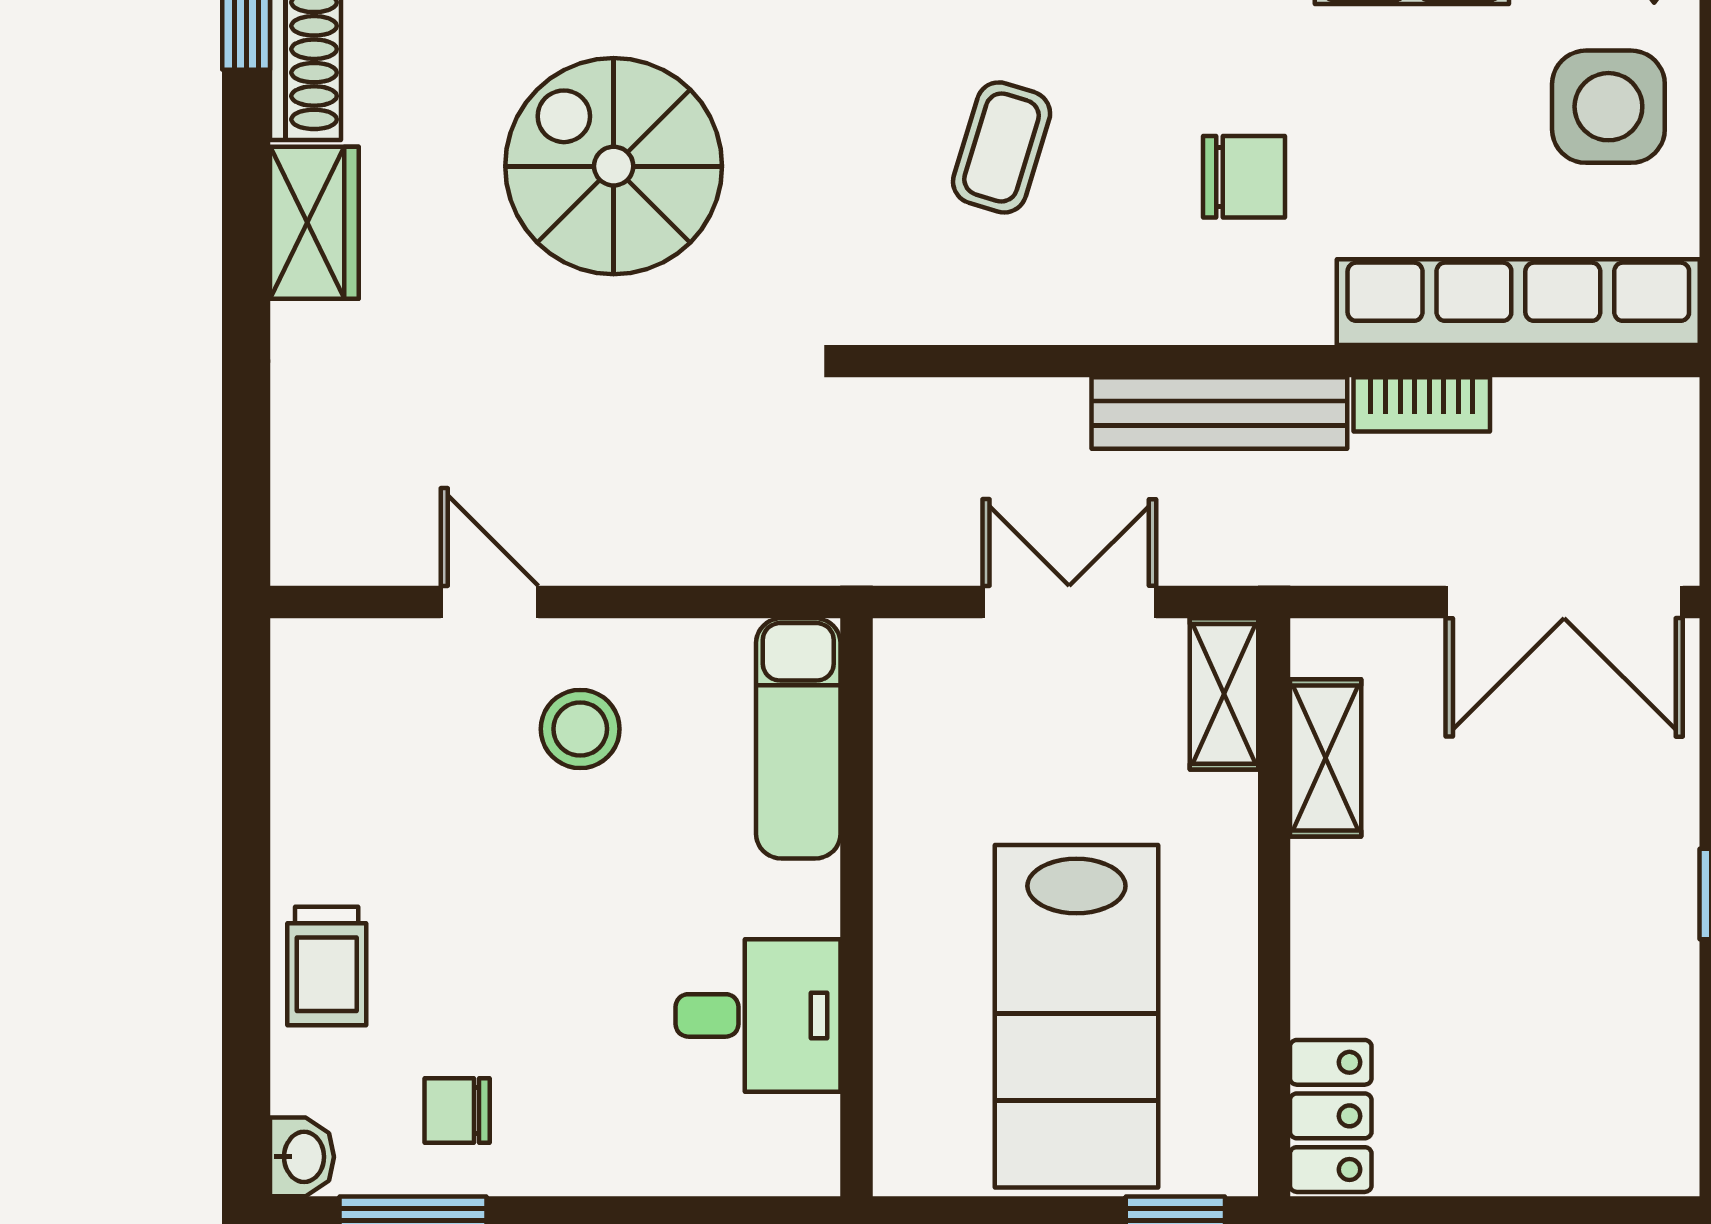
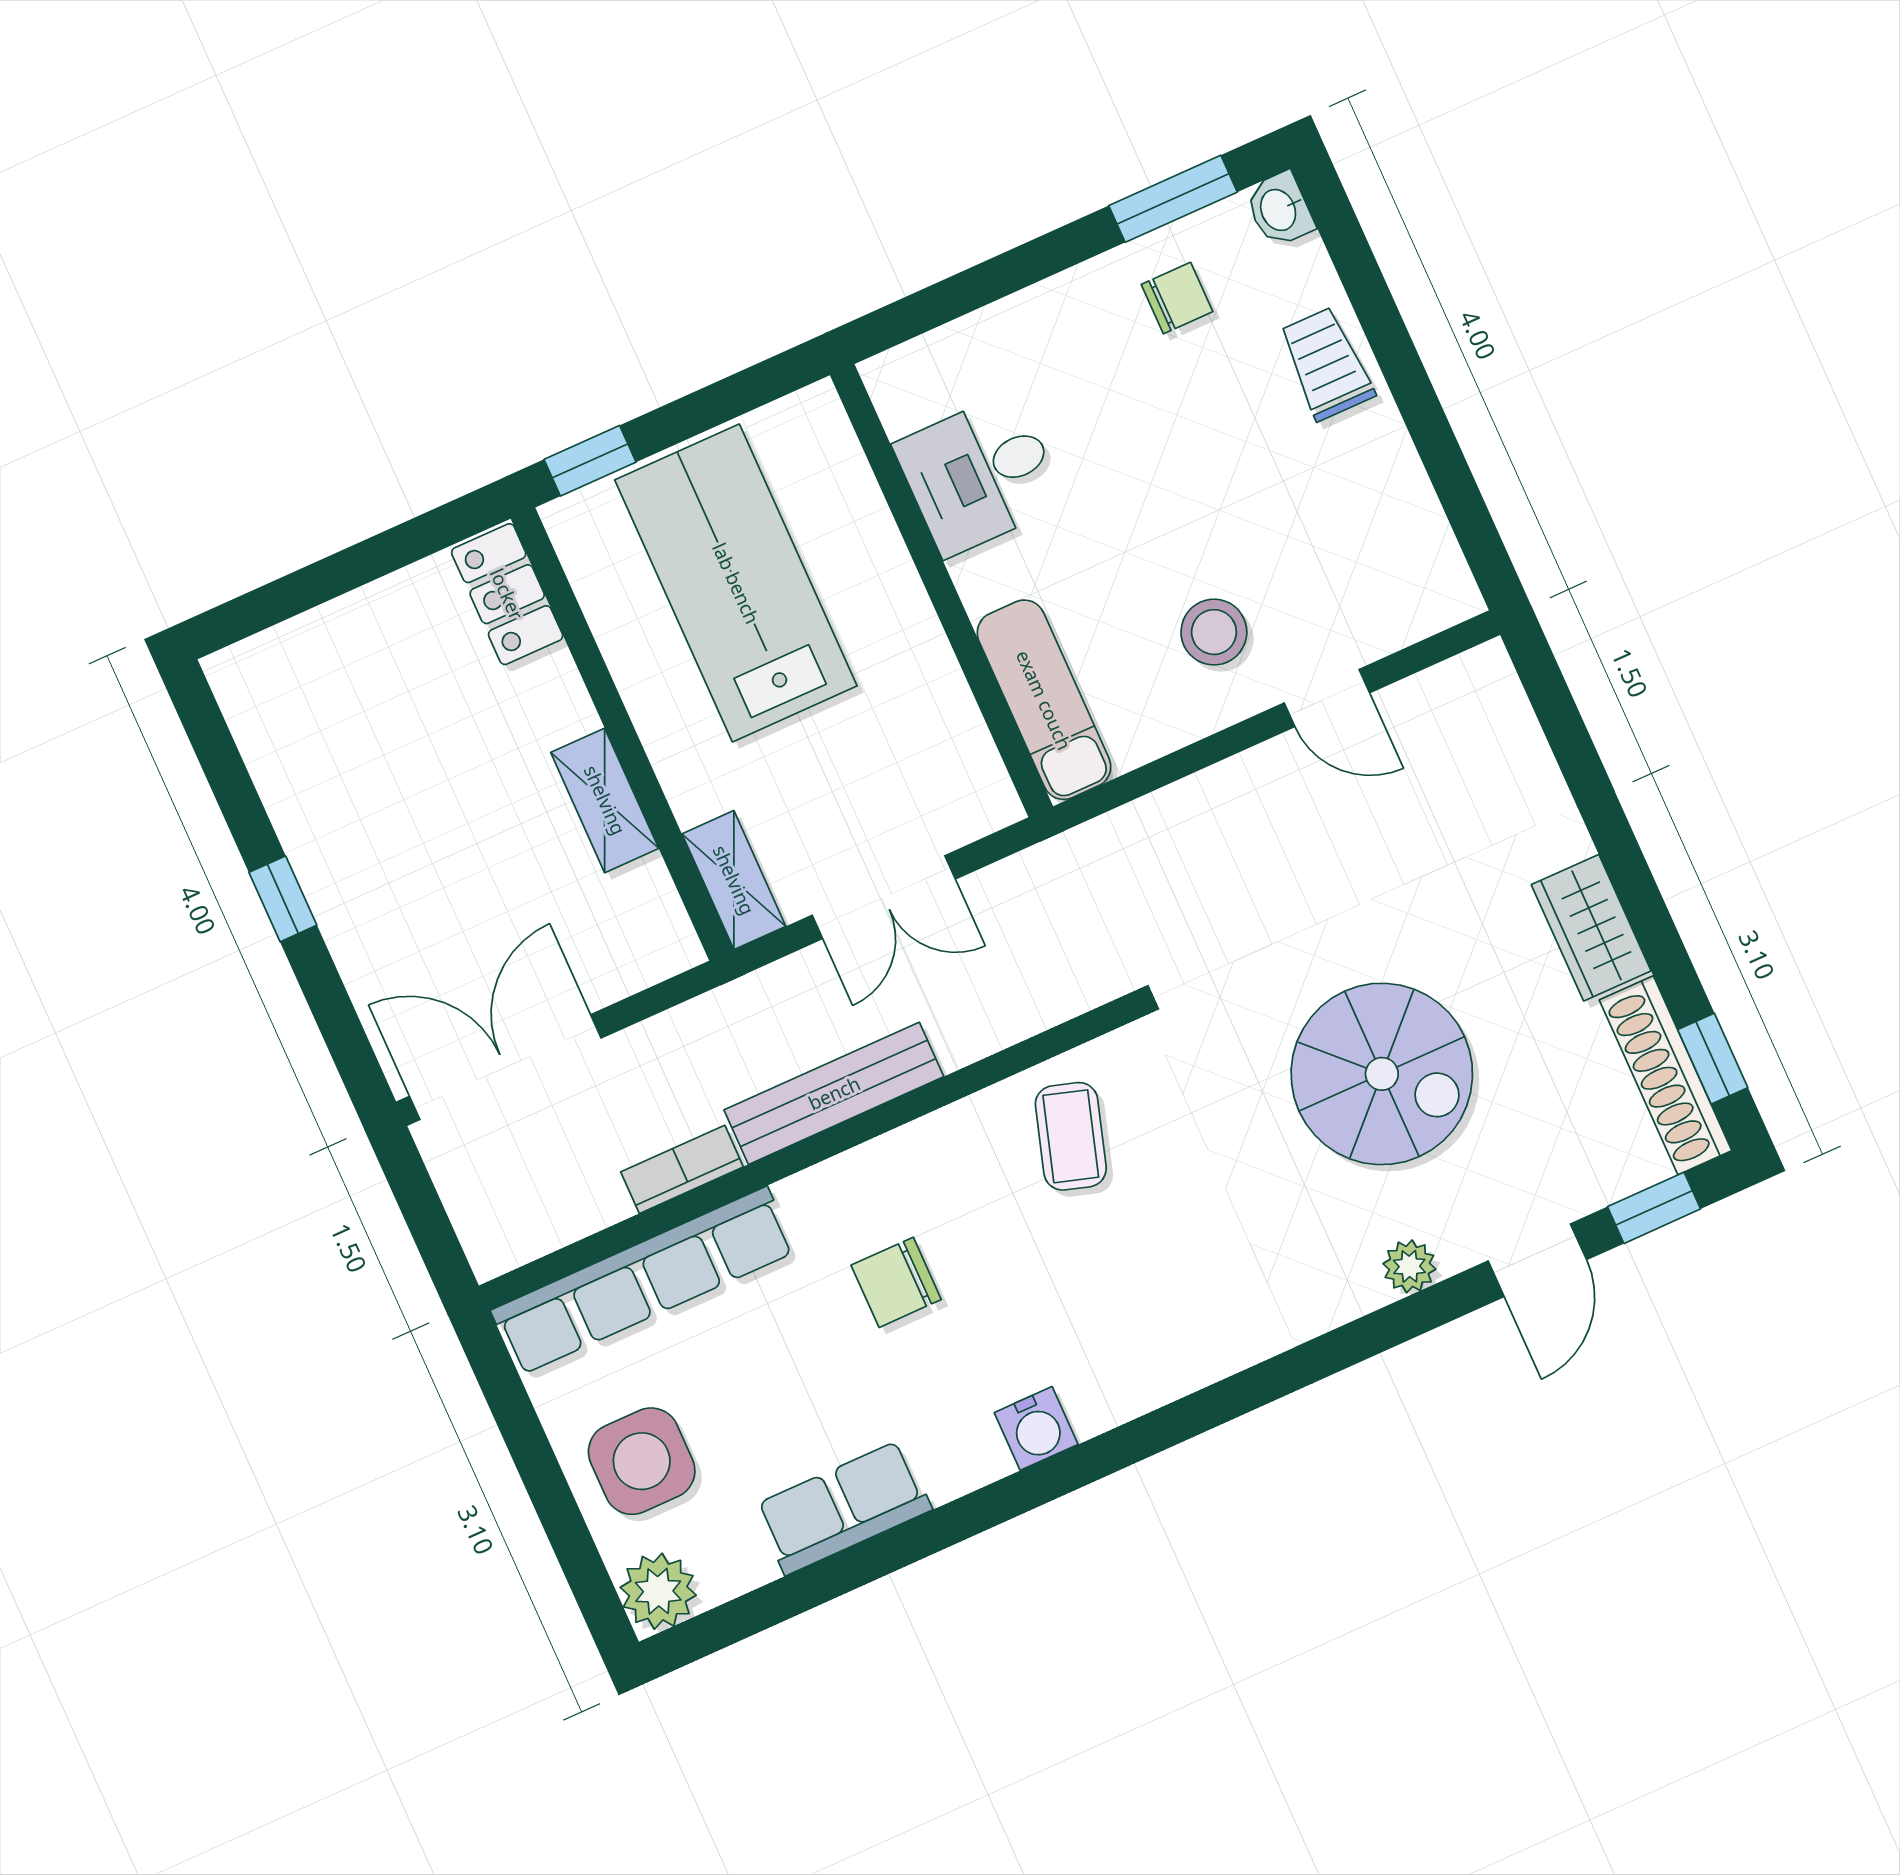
coffee table: (1002, 147) -> (1071, 1136), moved
shelving: (1326, 758) -> (605, 800), moved

